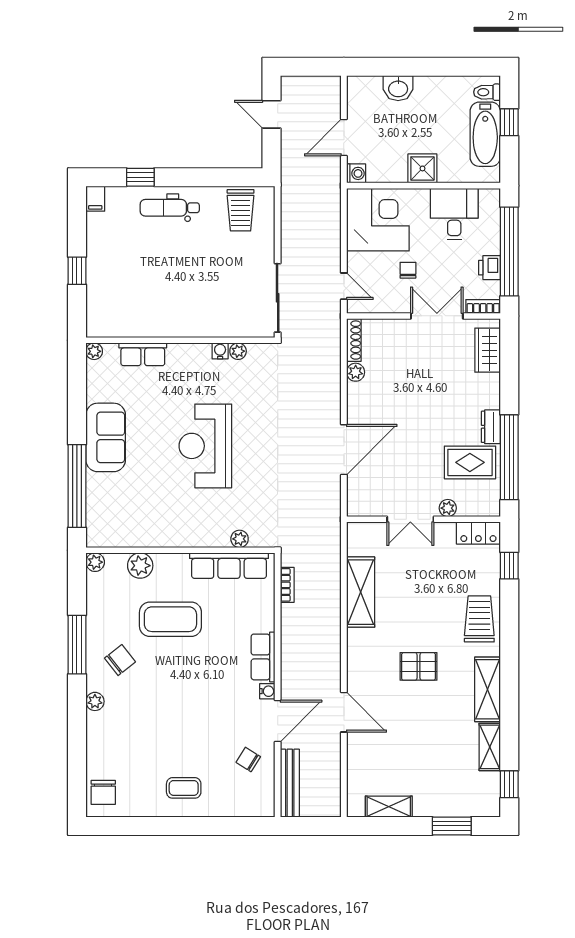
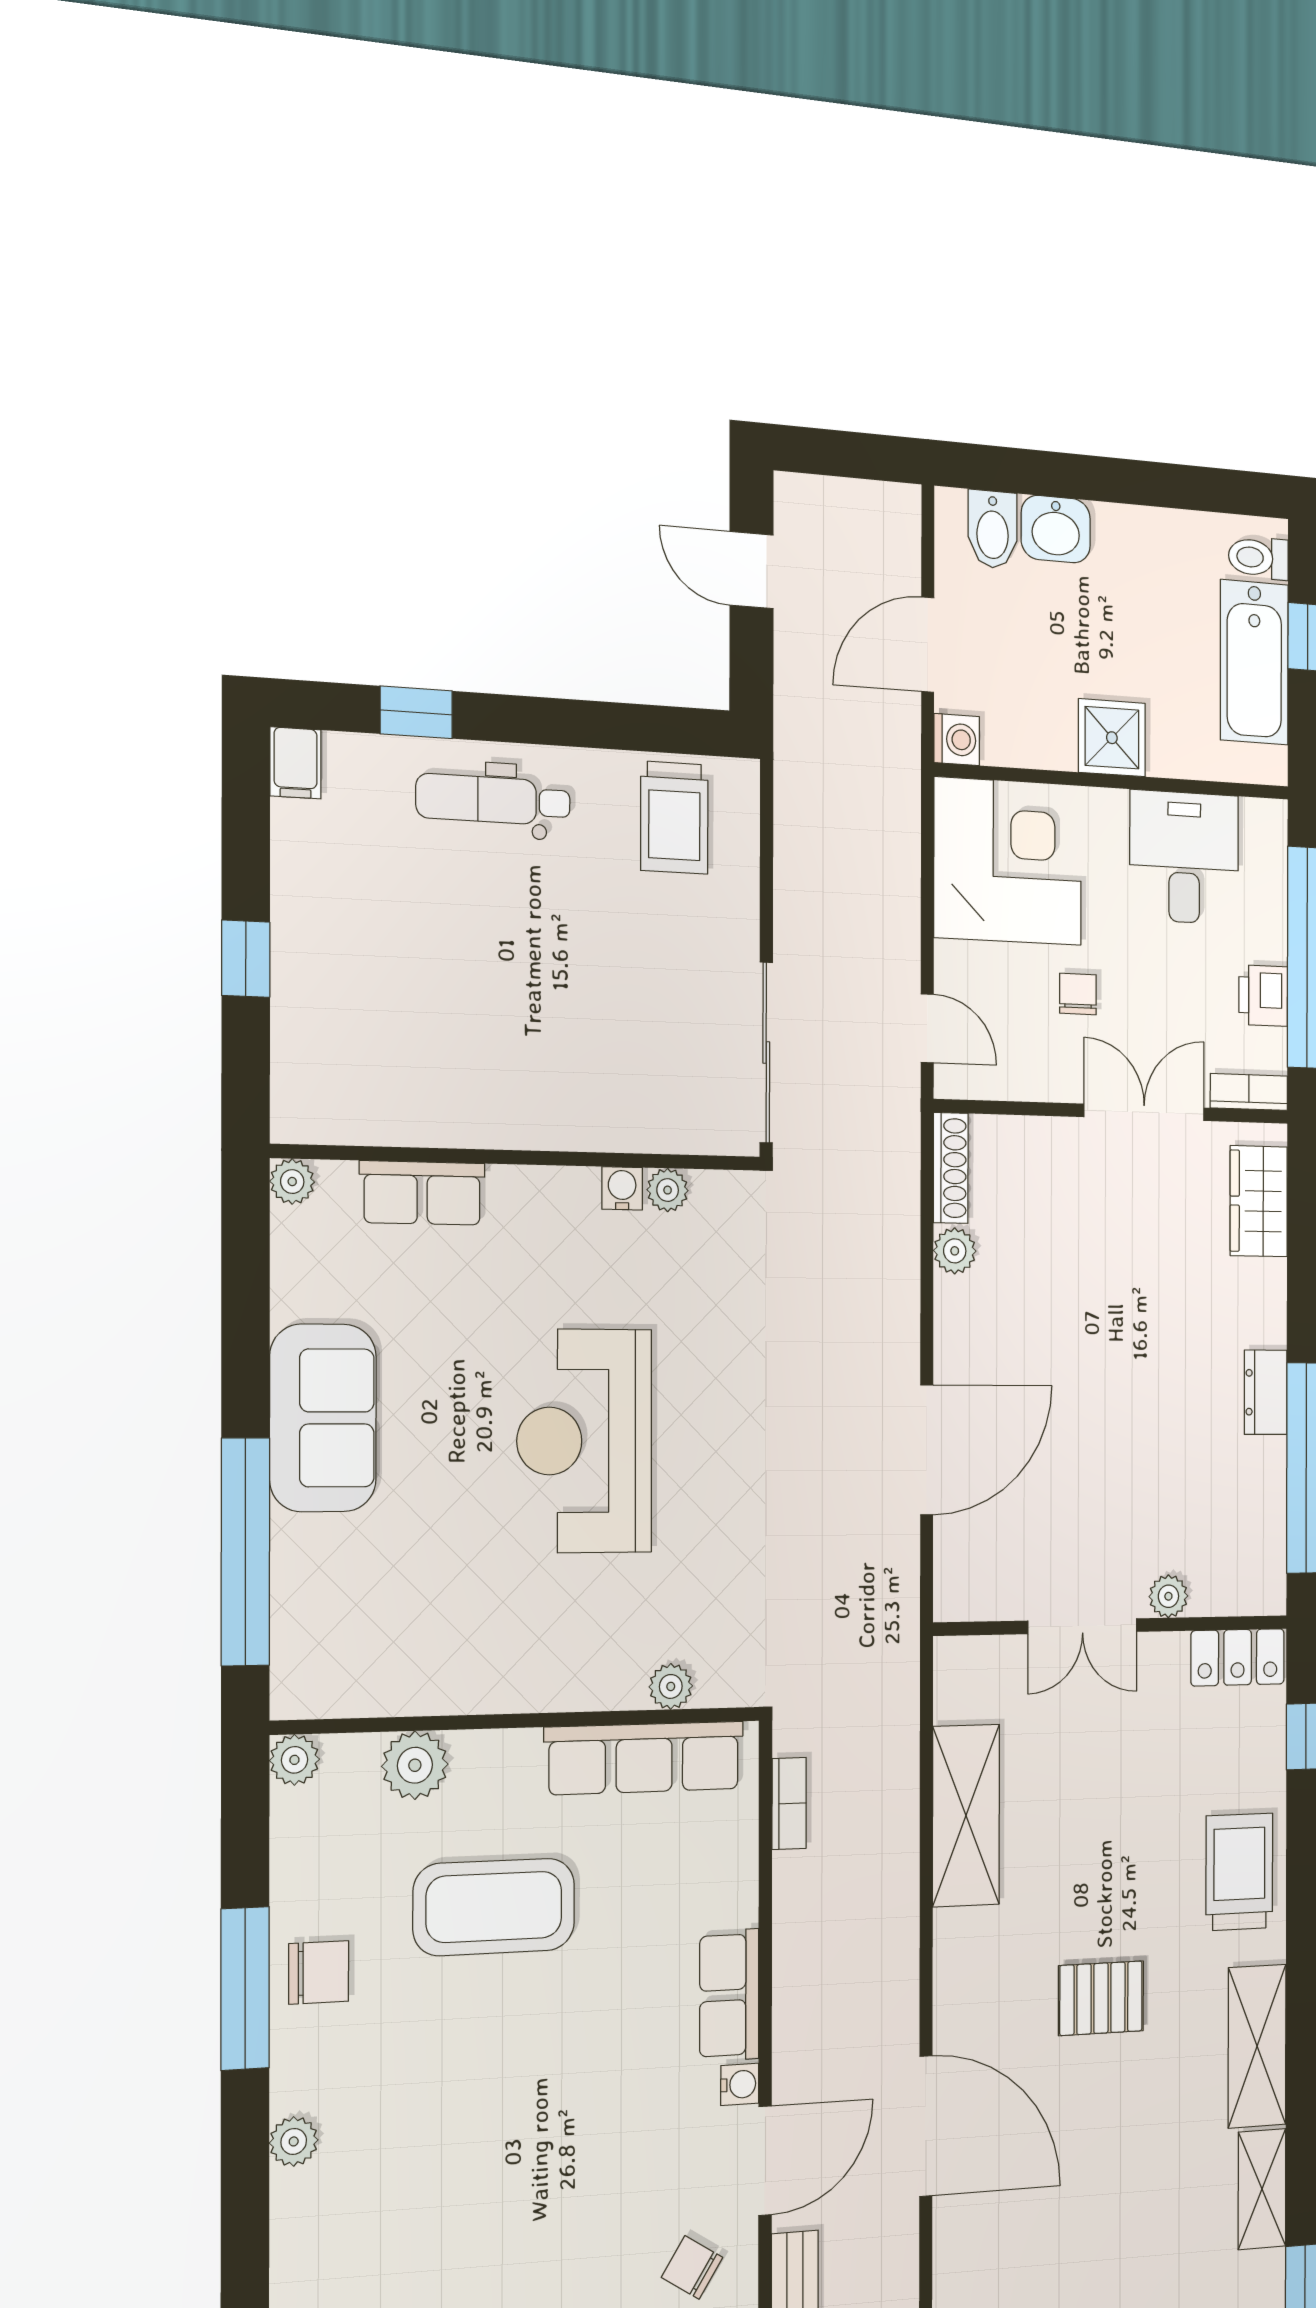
bidet: (371, 91) -> (993, 529), added
rug: (470, 462) -> (1219, 1481), removed
chair: (120, 660) -> (319, 1972), moved, turned 38
door: (344, 712) -> (926, 2126), width x1.36

